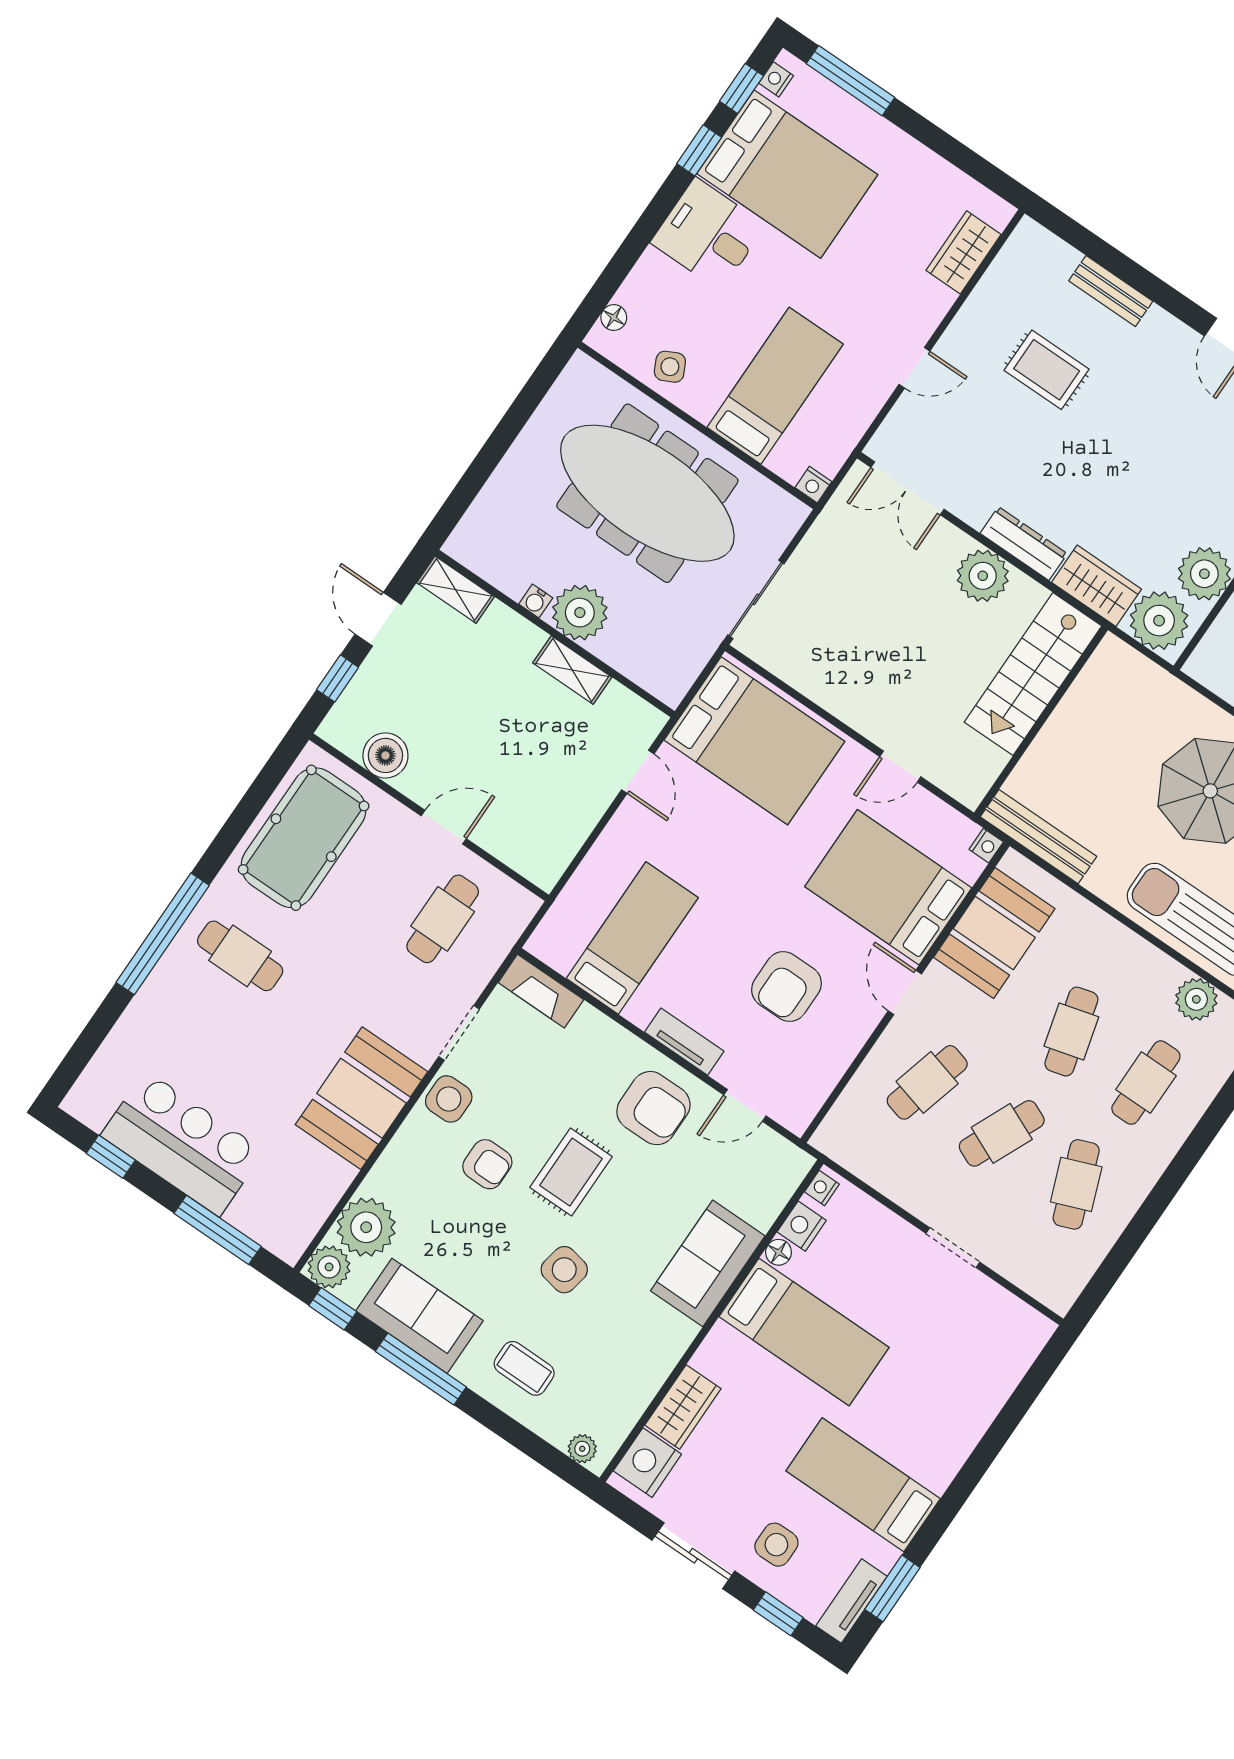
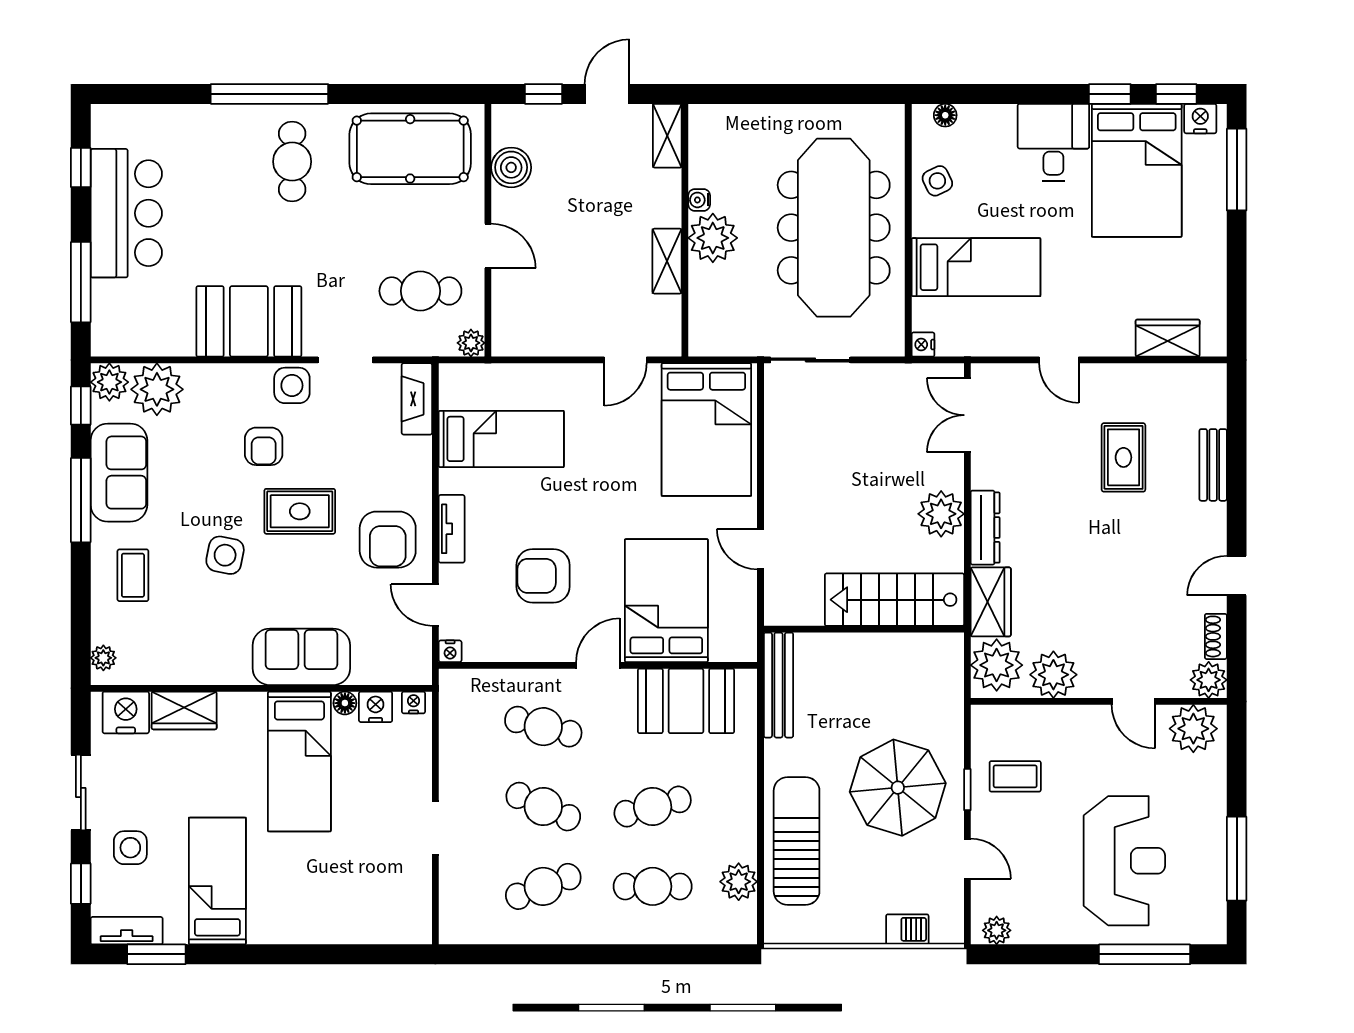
nightstand: (776, 79) -> (1200, 119), width x1.39, depth x1.35
nightstand: (986, 846) -> (450, 651), moved
plant: (523, 905) -> (471, 343), added

